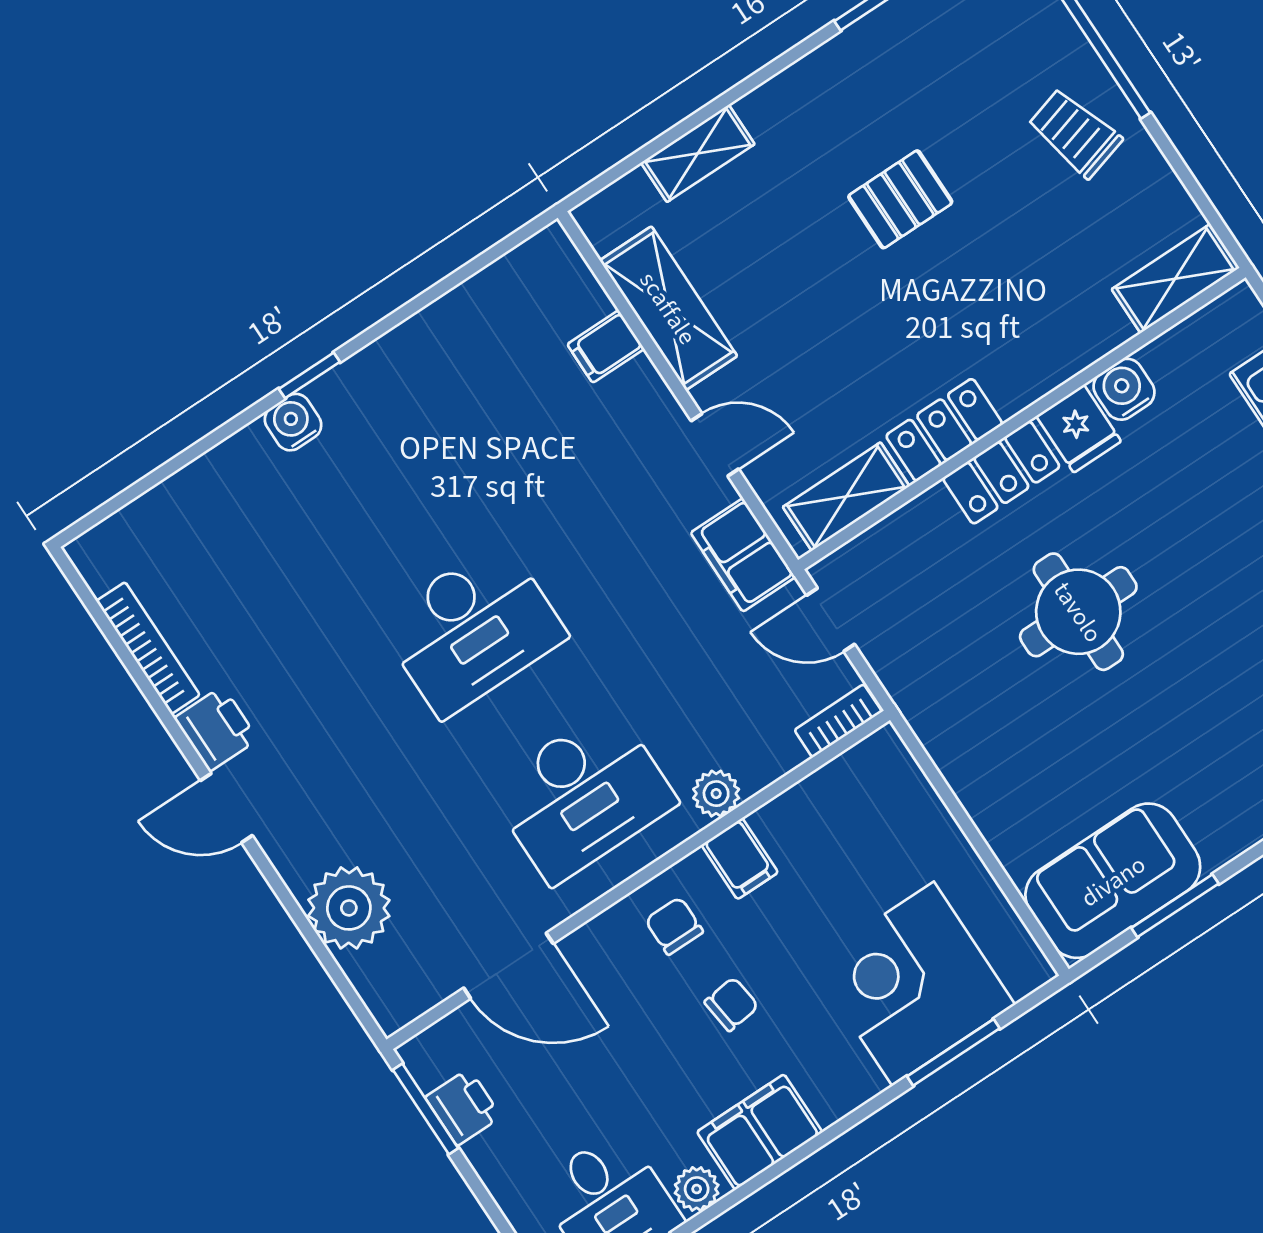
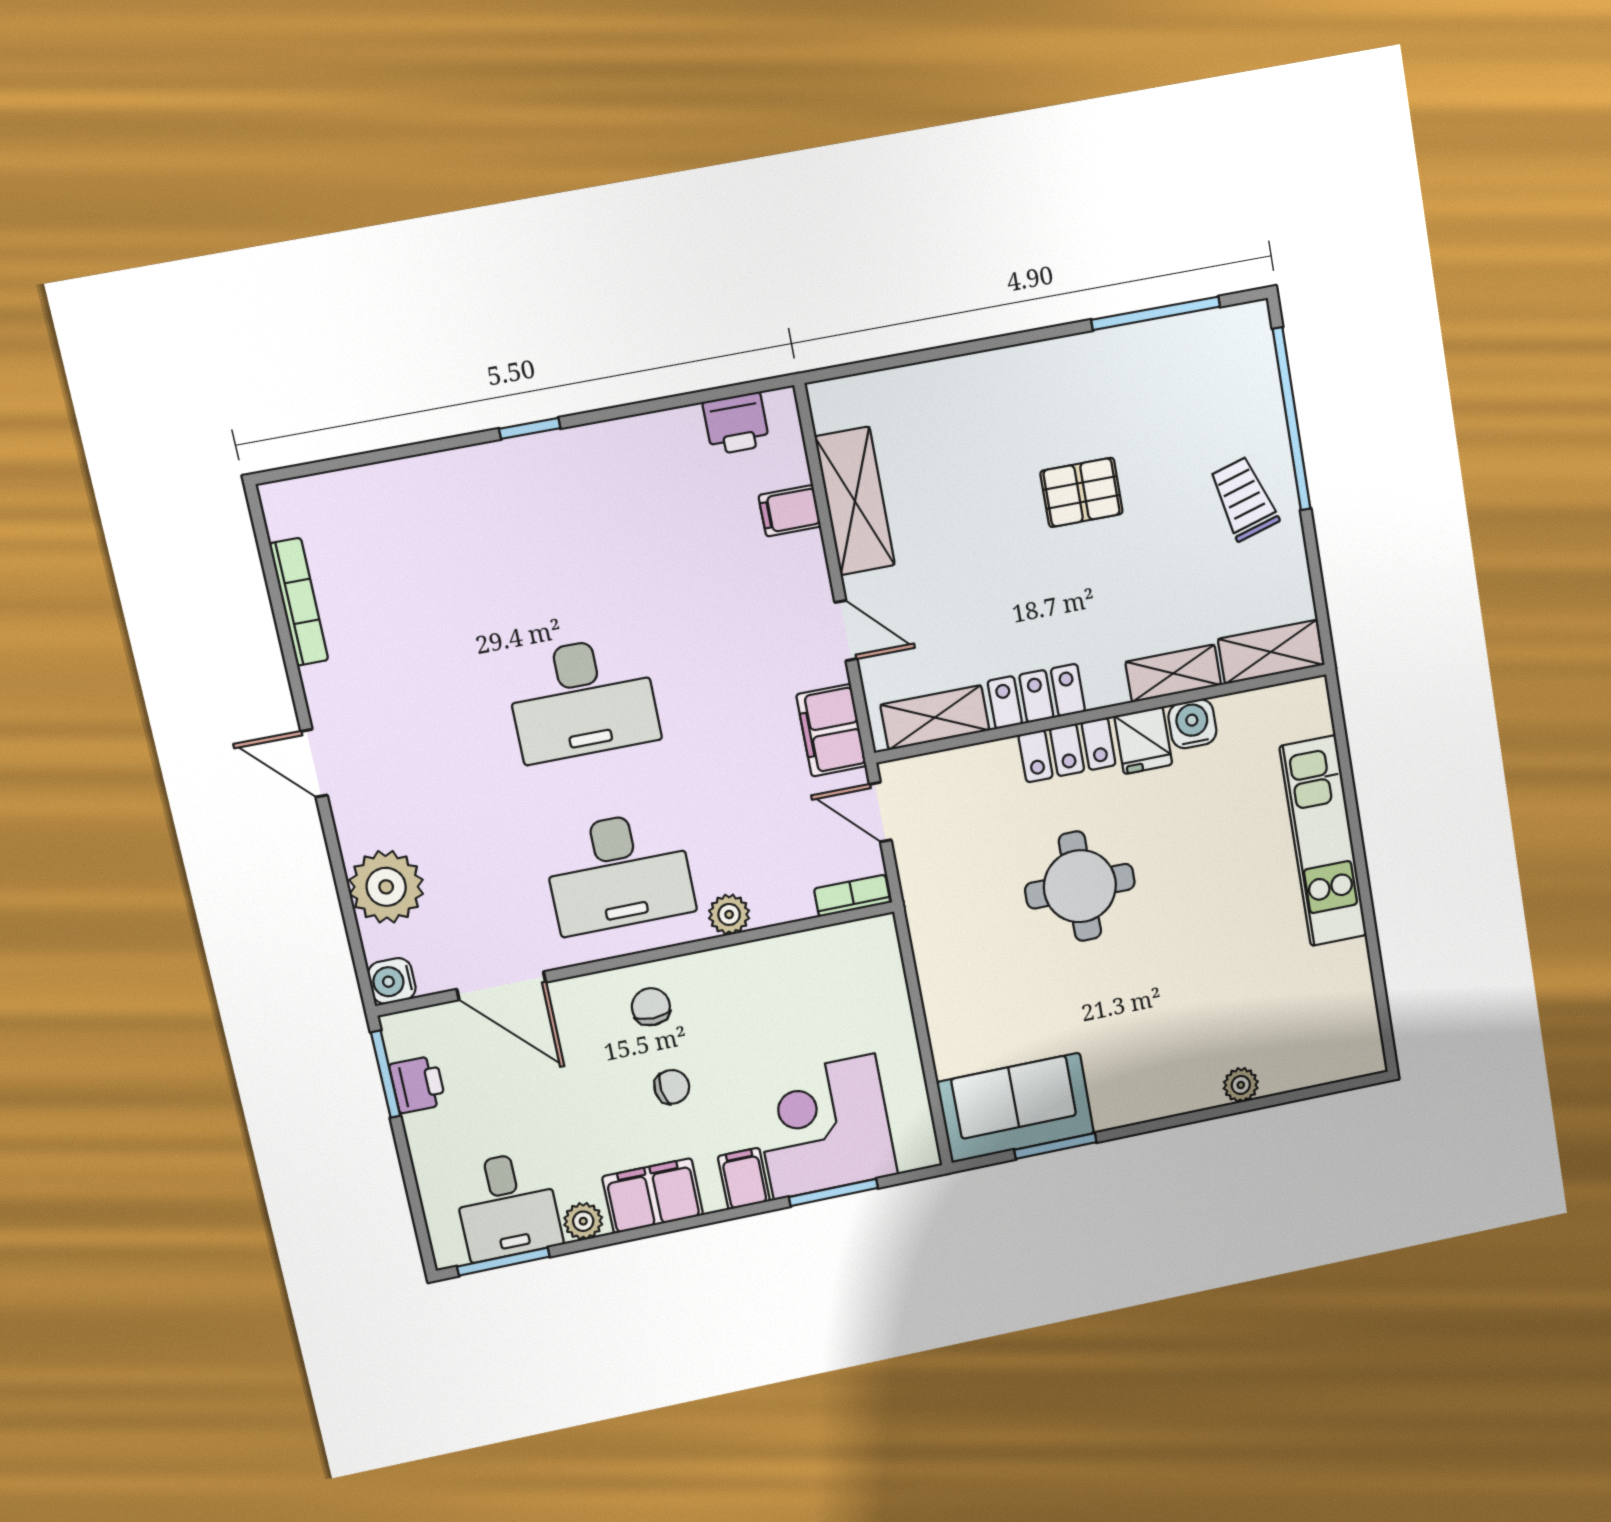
shelving: (698, 153) -> (1173, 673), moved
water cooler: (293, 422) -> (392, 981), moved, turned -90
printer: (216, 729) -> (736, 423), moved, turned 90
filing cabinet: (740, 859) -> (744, 1179), moved, turned 180

